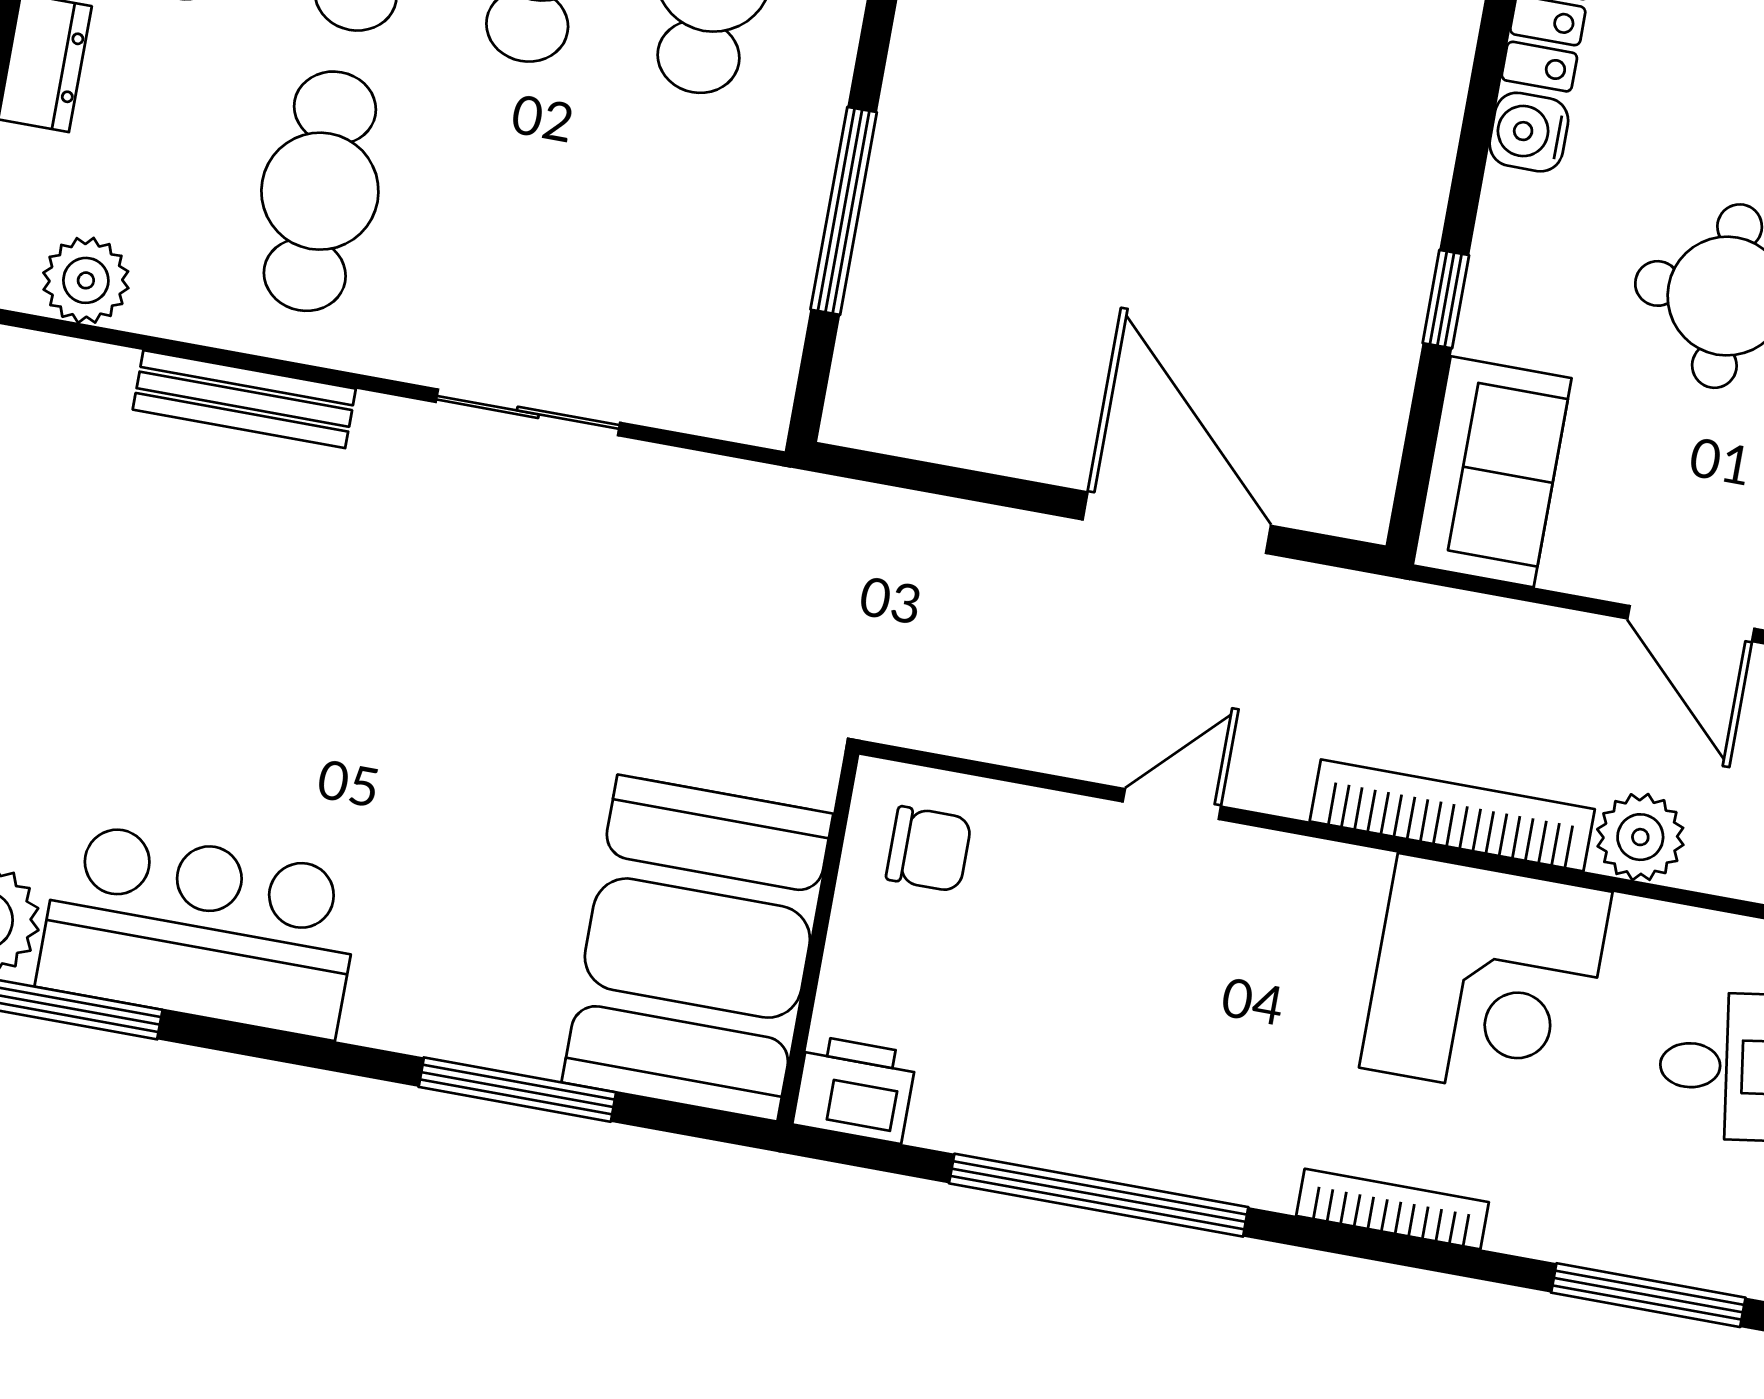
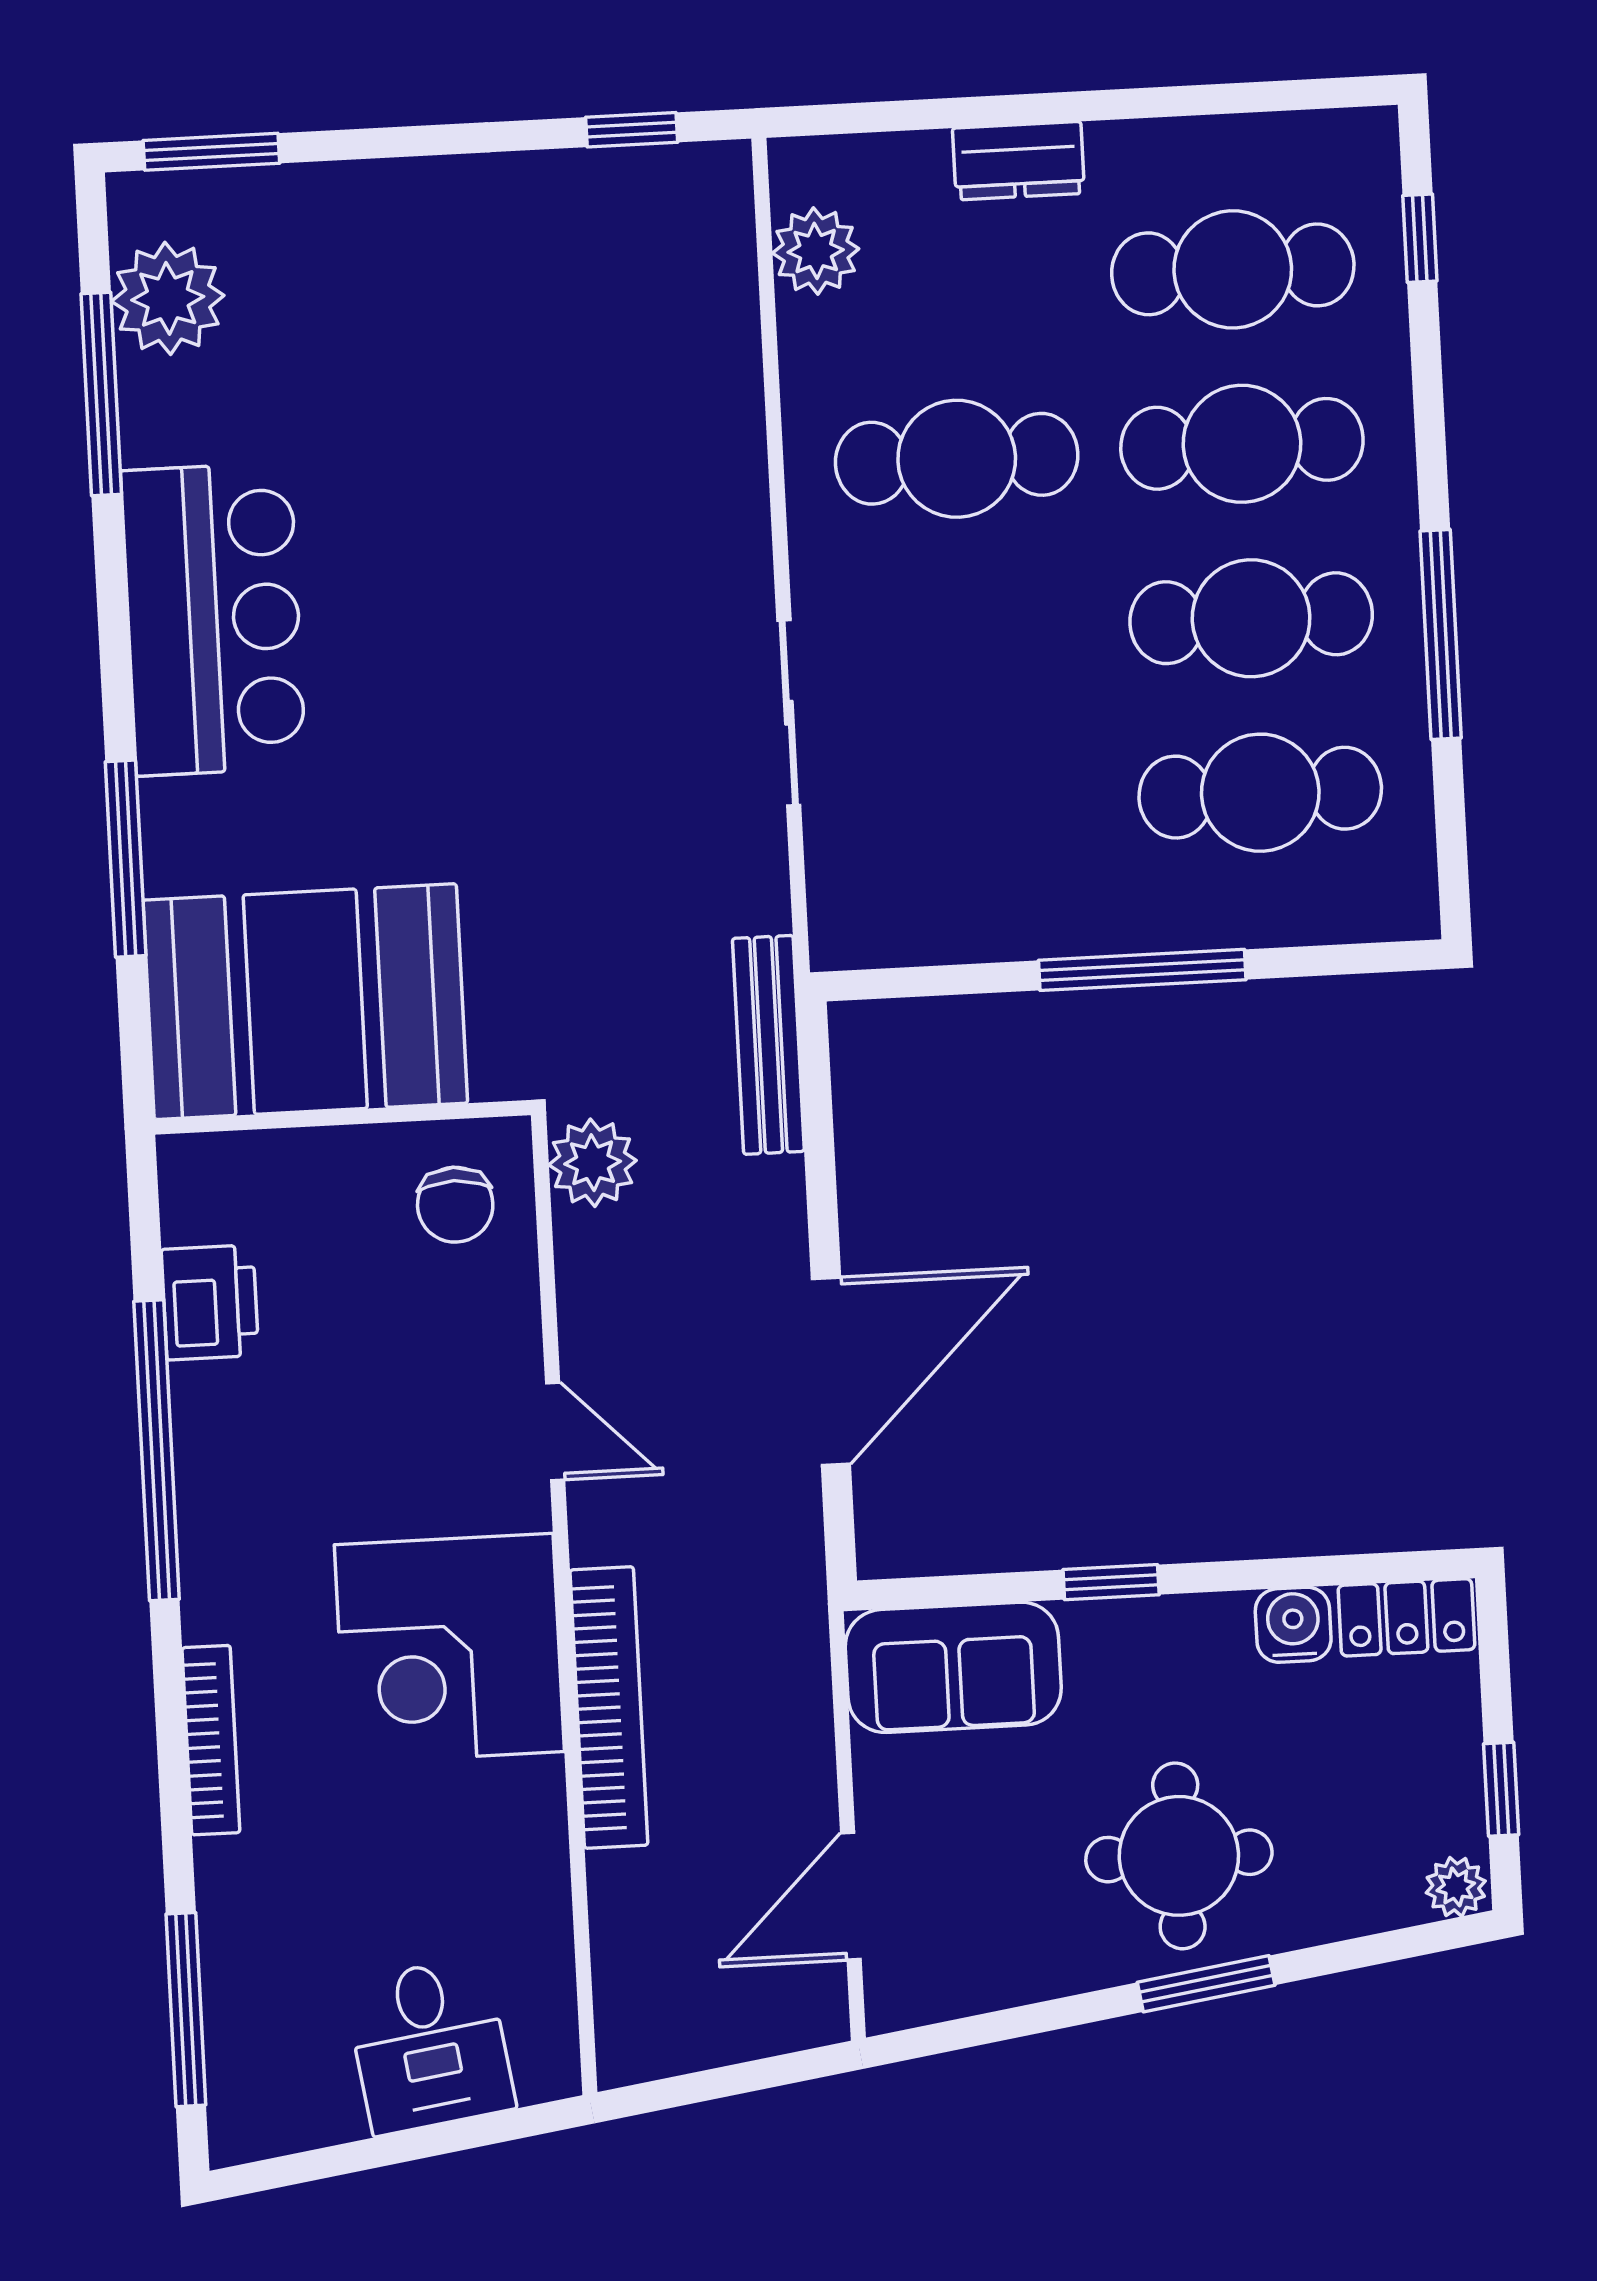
window: (844, 211) -> (1142, 970), moved
bench: (244, 399) -> (768, 1045), moved
plant: (1640, 837) -> (593, 1163), moved
bar counter: (200, 930) -> (213, 619), moved
corner desk: (1486, 980) -> (449, 1648), moved
printer: (855, 1089) -> (210, 1302), moved

